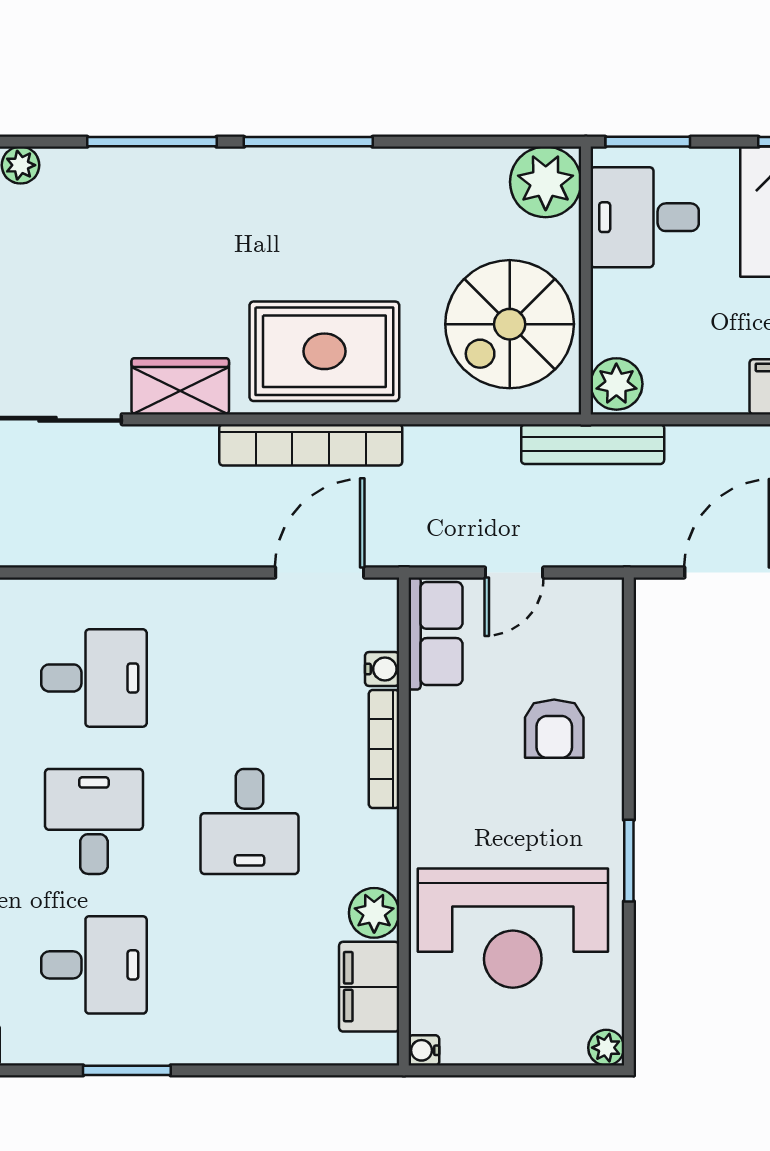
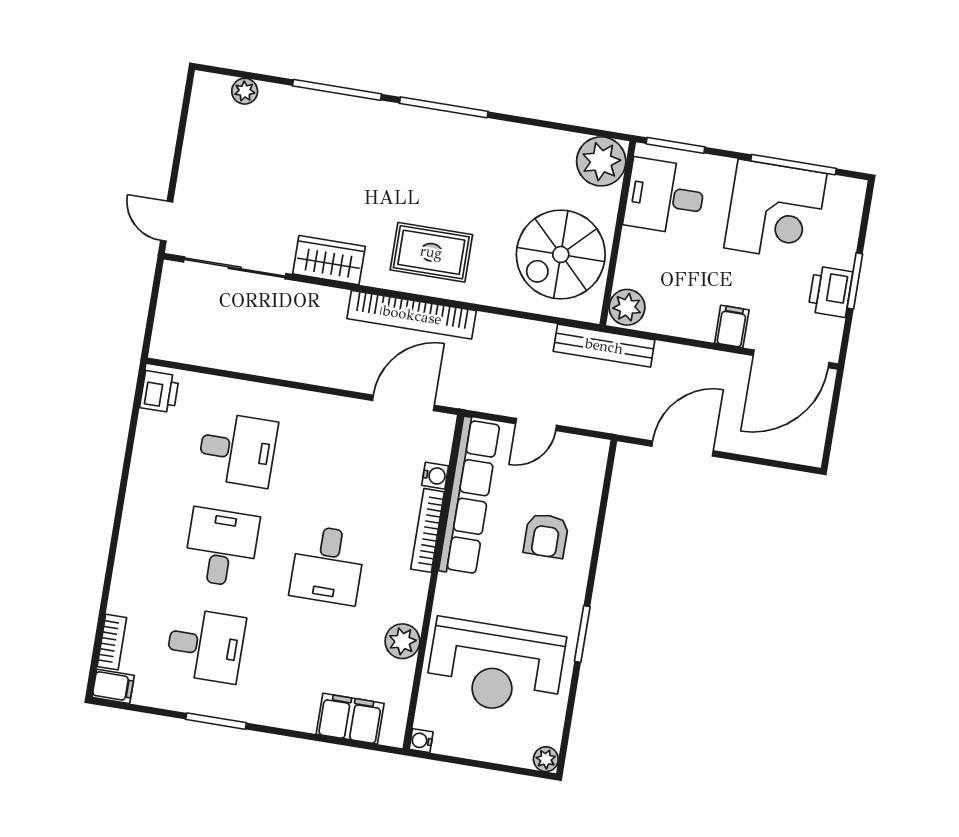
rug: (324, 351) -> (431, 252), width x0.73, depth x0.70
row of seats: (436, 633) -> (469, 496), width x2.02
filing cabinet: (369, 987) -> (350, 719), moved, turned 90

